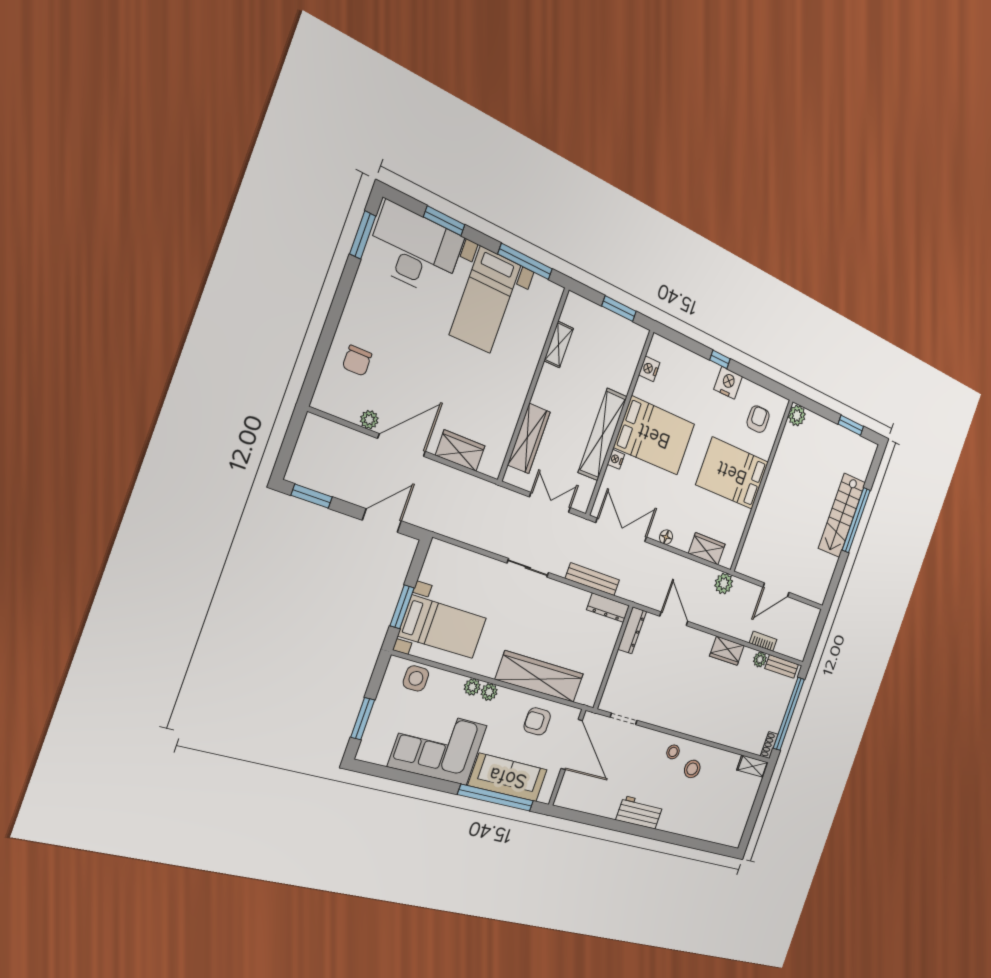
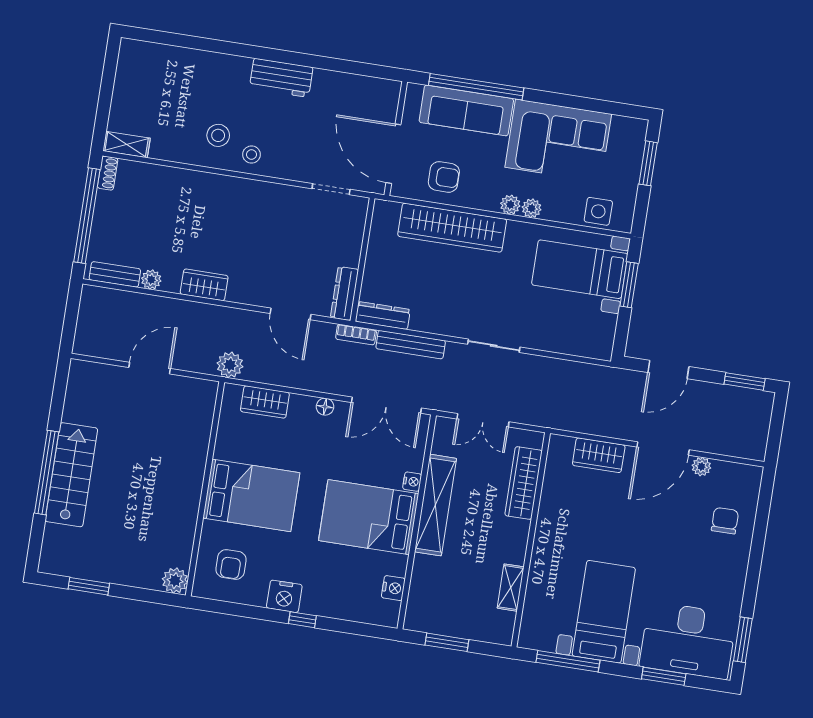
bookcase: (763, 641) -> (356, 334), moved

